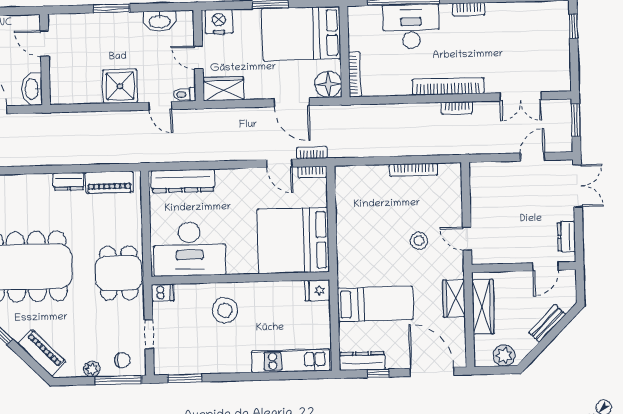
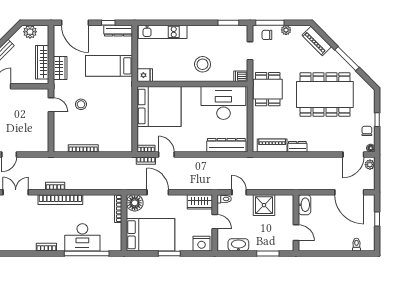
door: (45, 44) -> (296, 233), moved
wall: (45, 60) -> (296, 223), moved
washbasin: (32, 89) -> (304, 205), moved

